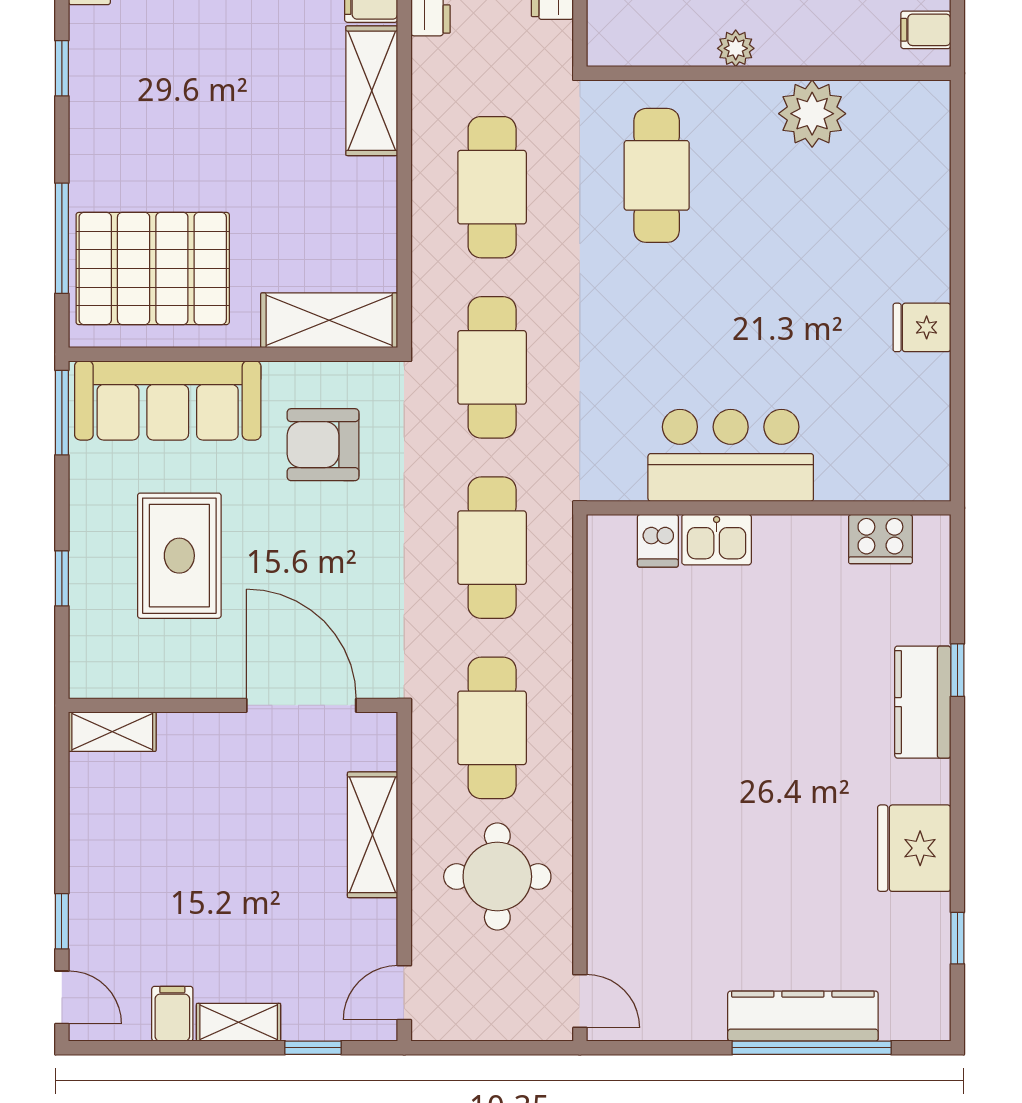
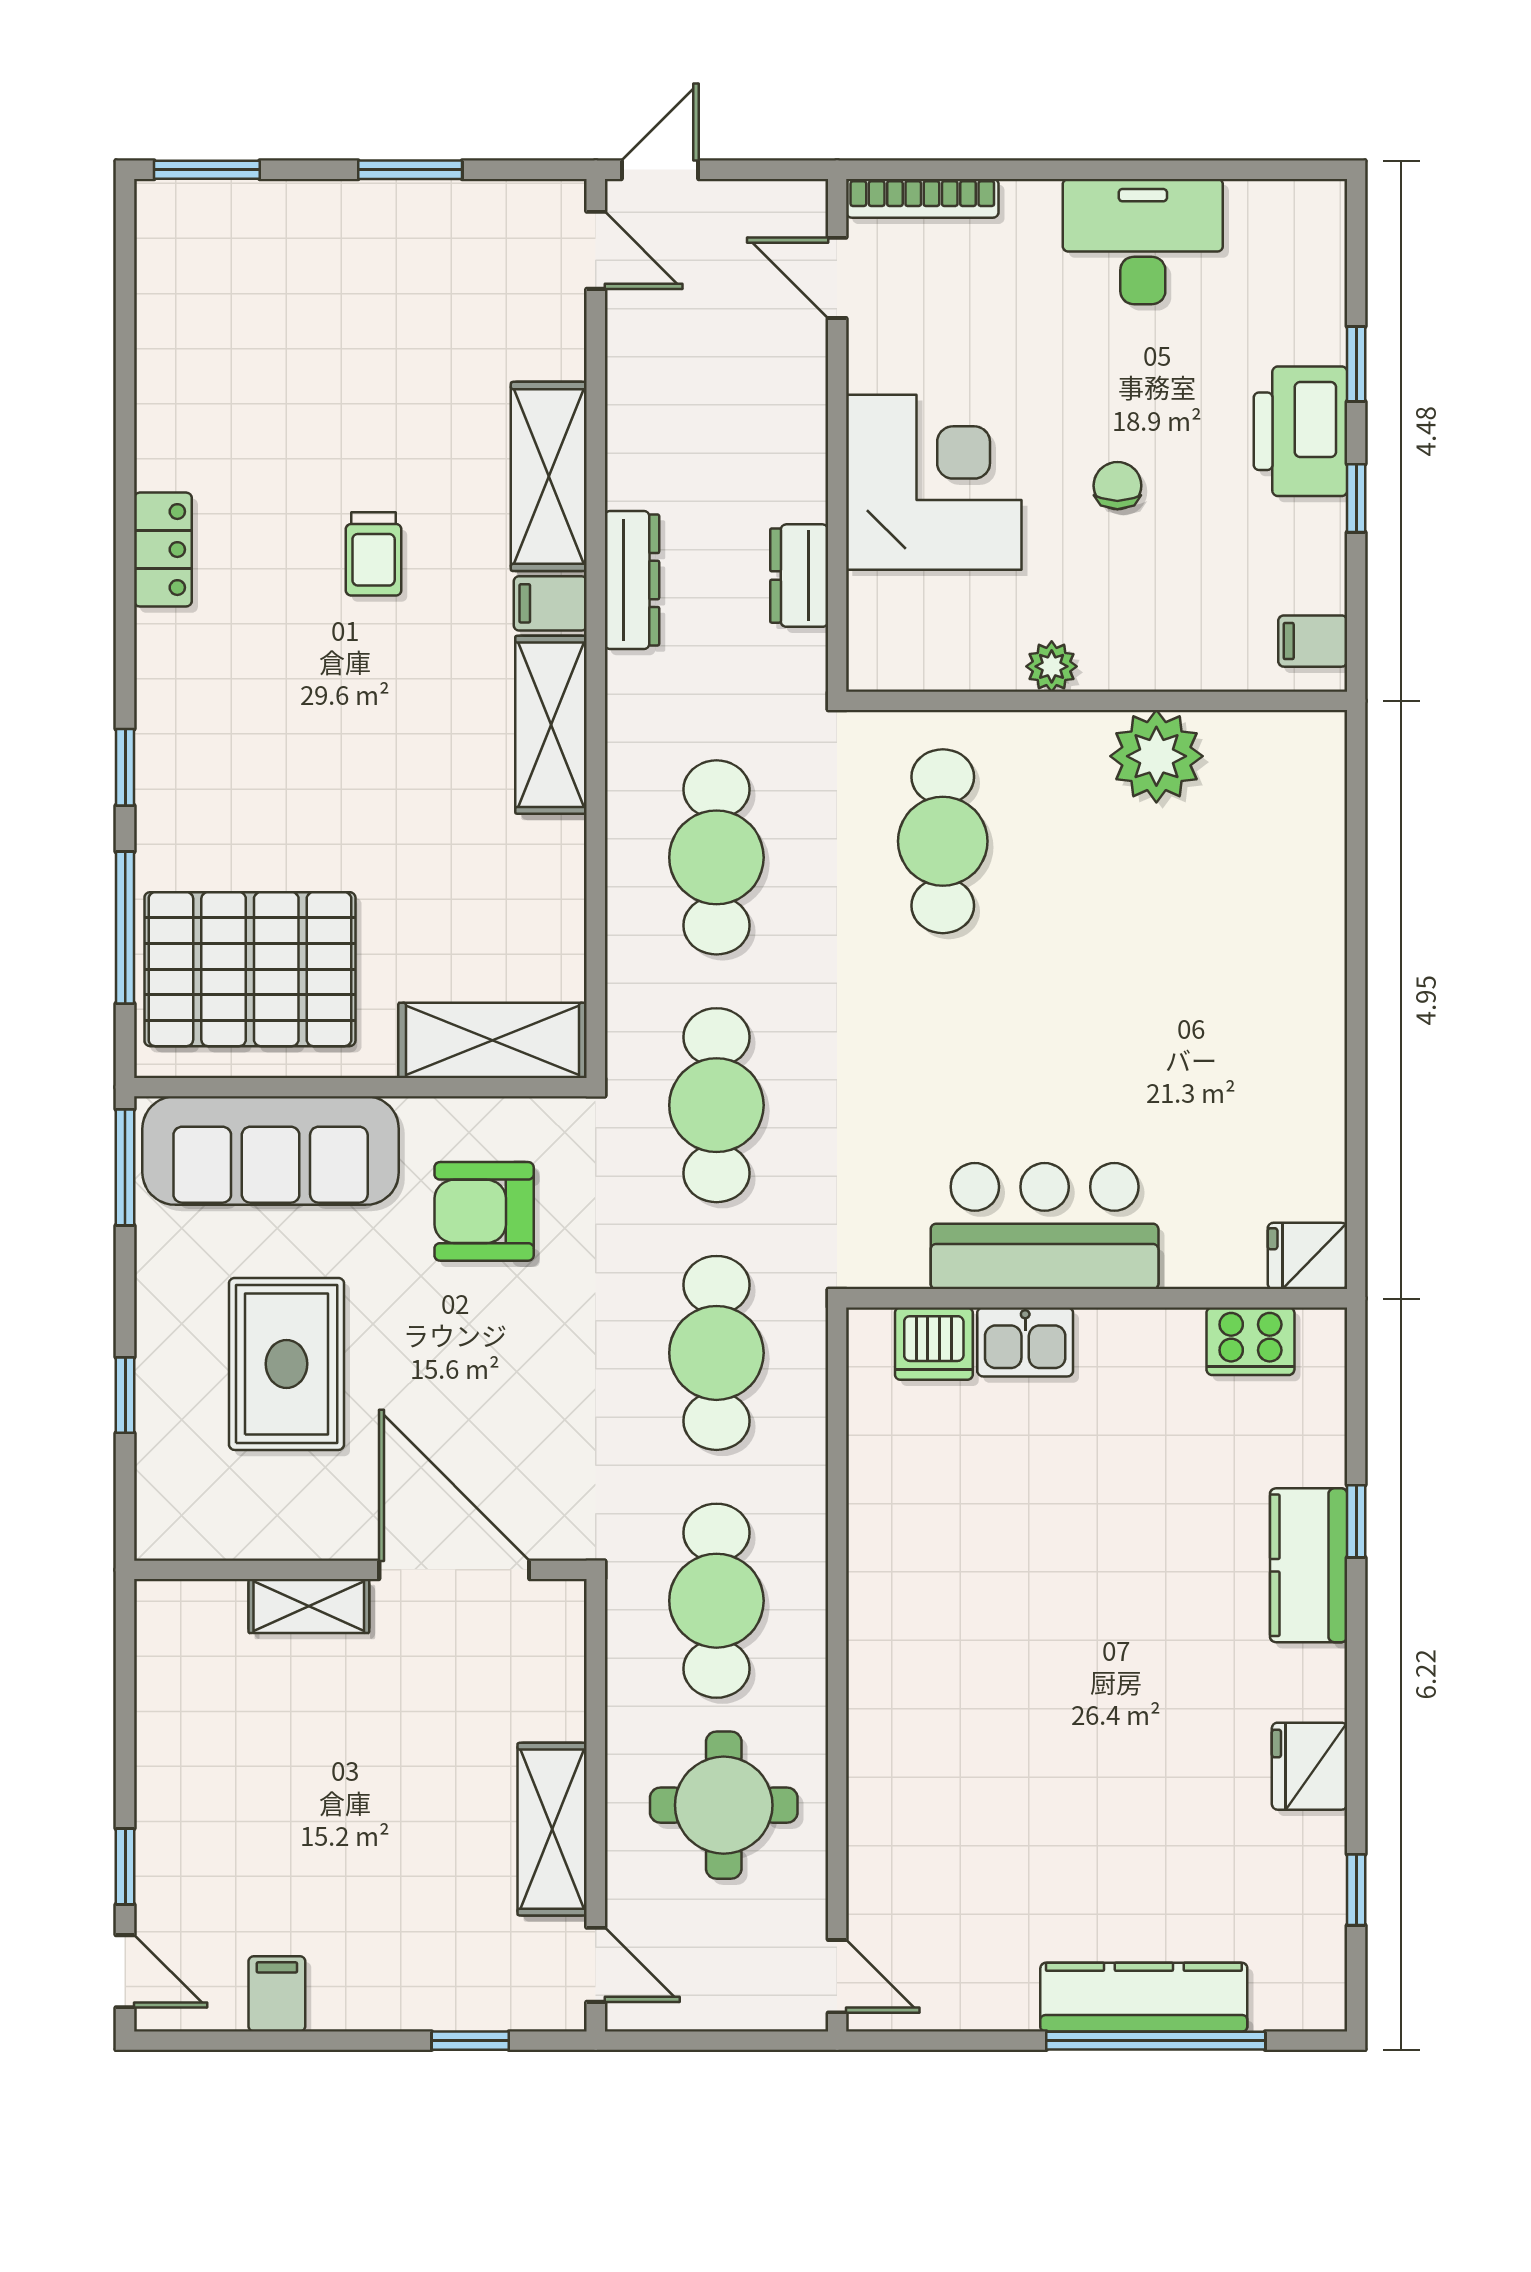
window: (62, 68) -> (125, 767), moved
fridge: (922, 327) -> (1307, 1256), moved
dishwasher: (658, 541) -> (934, 1344), width x1.38
shelving: (112, 732) -> (309, 1606), moved
shelving: (373, 835) -> (552, 1829), moved
fridge: (914, 848) -> (1310, 1766), width x0.73, depth x0.75
door: (404, 993) -> (596, 1965), swing flipped
shelving: (239, 1022) -> (368, 2005), removed

